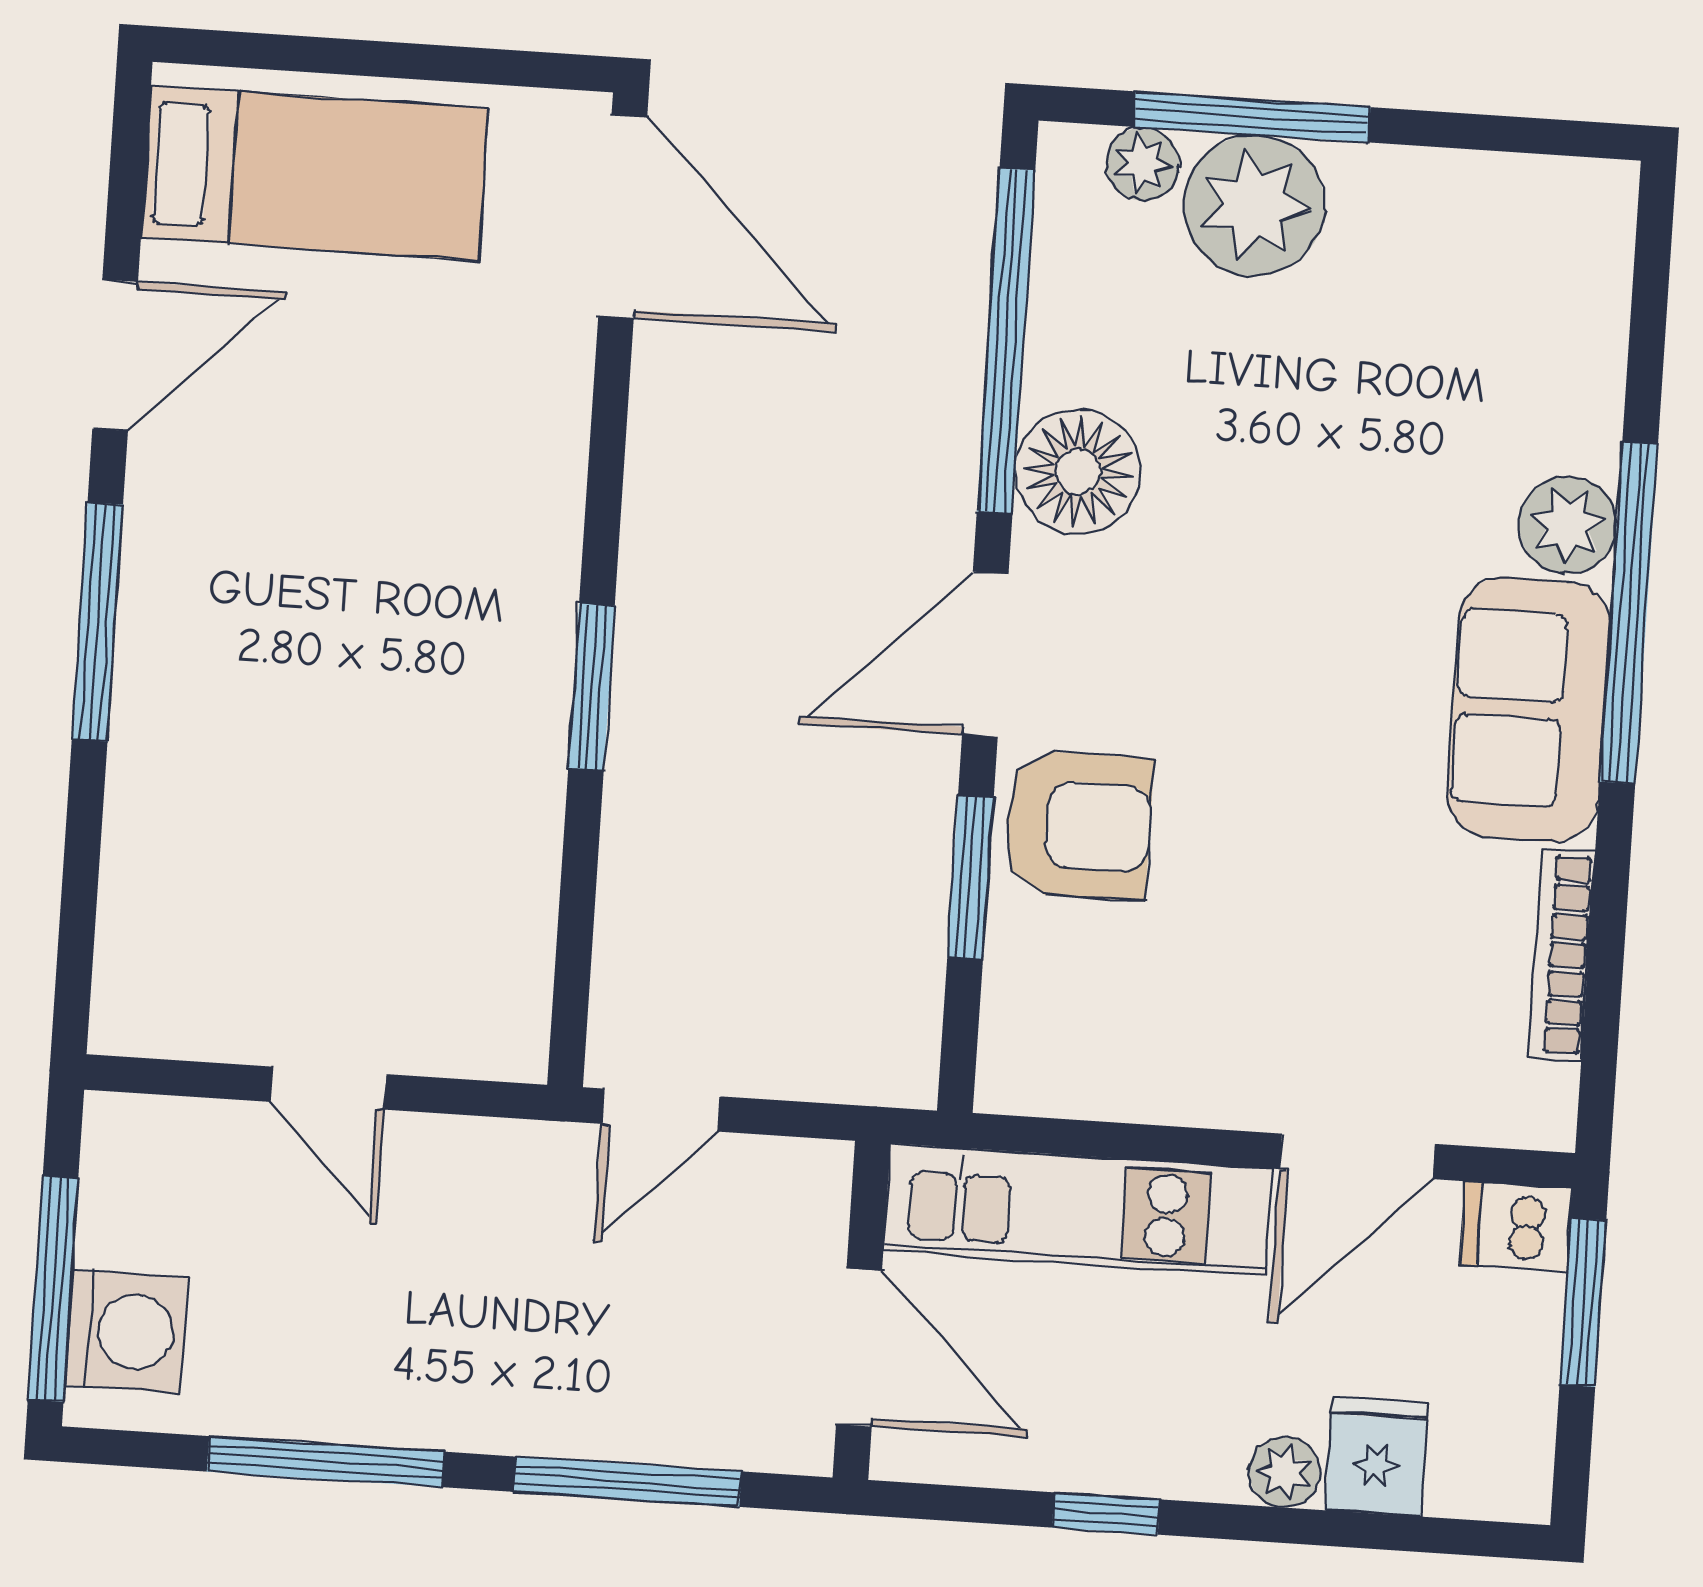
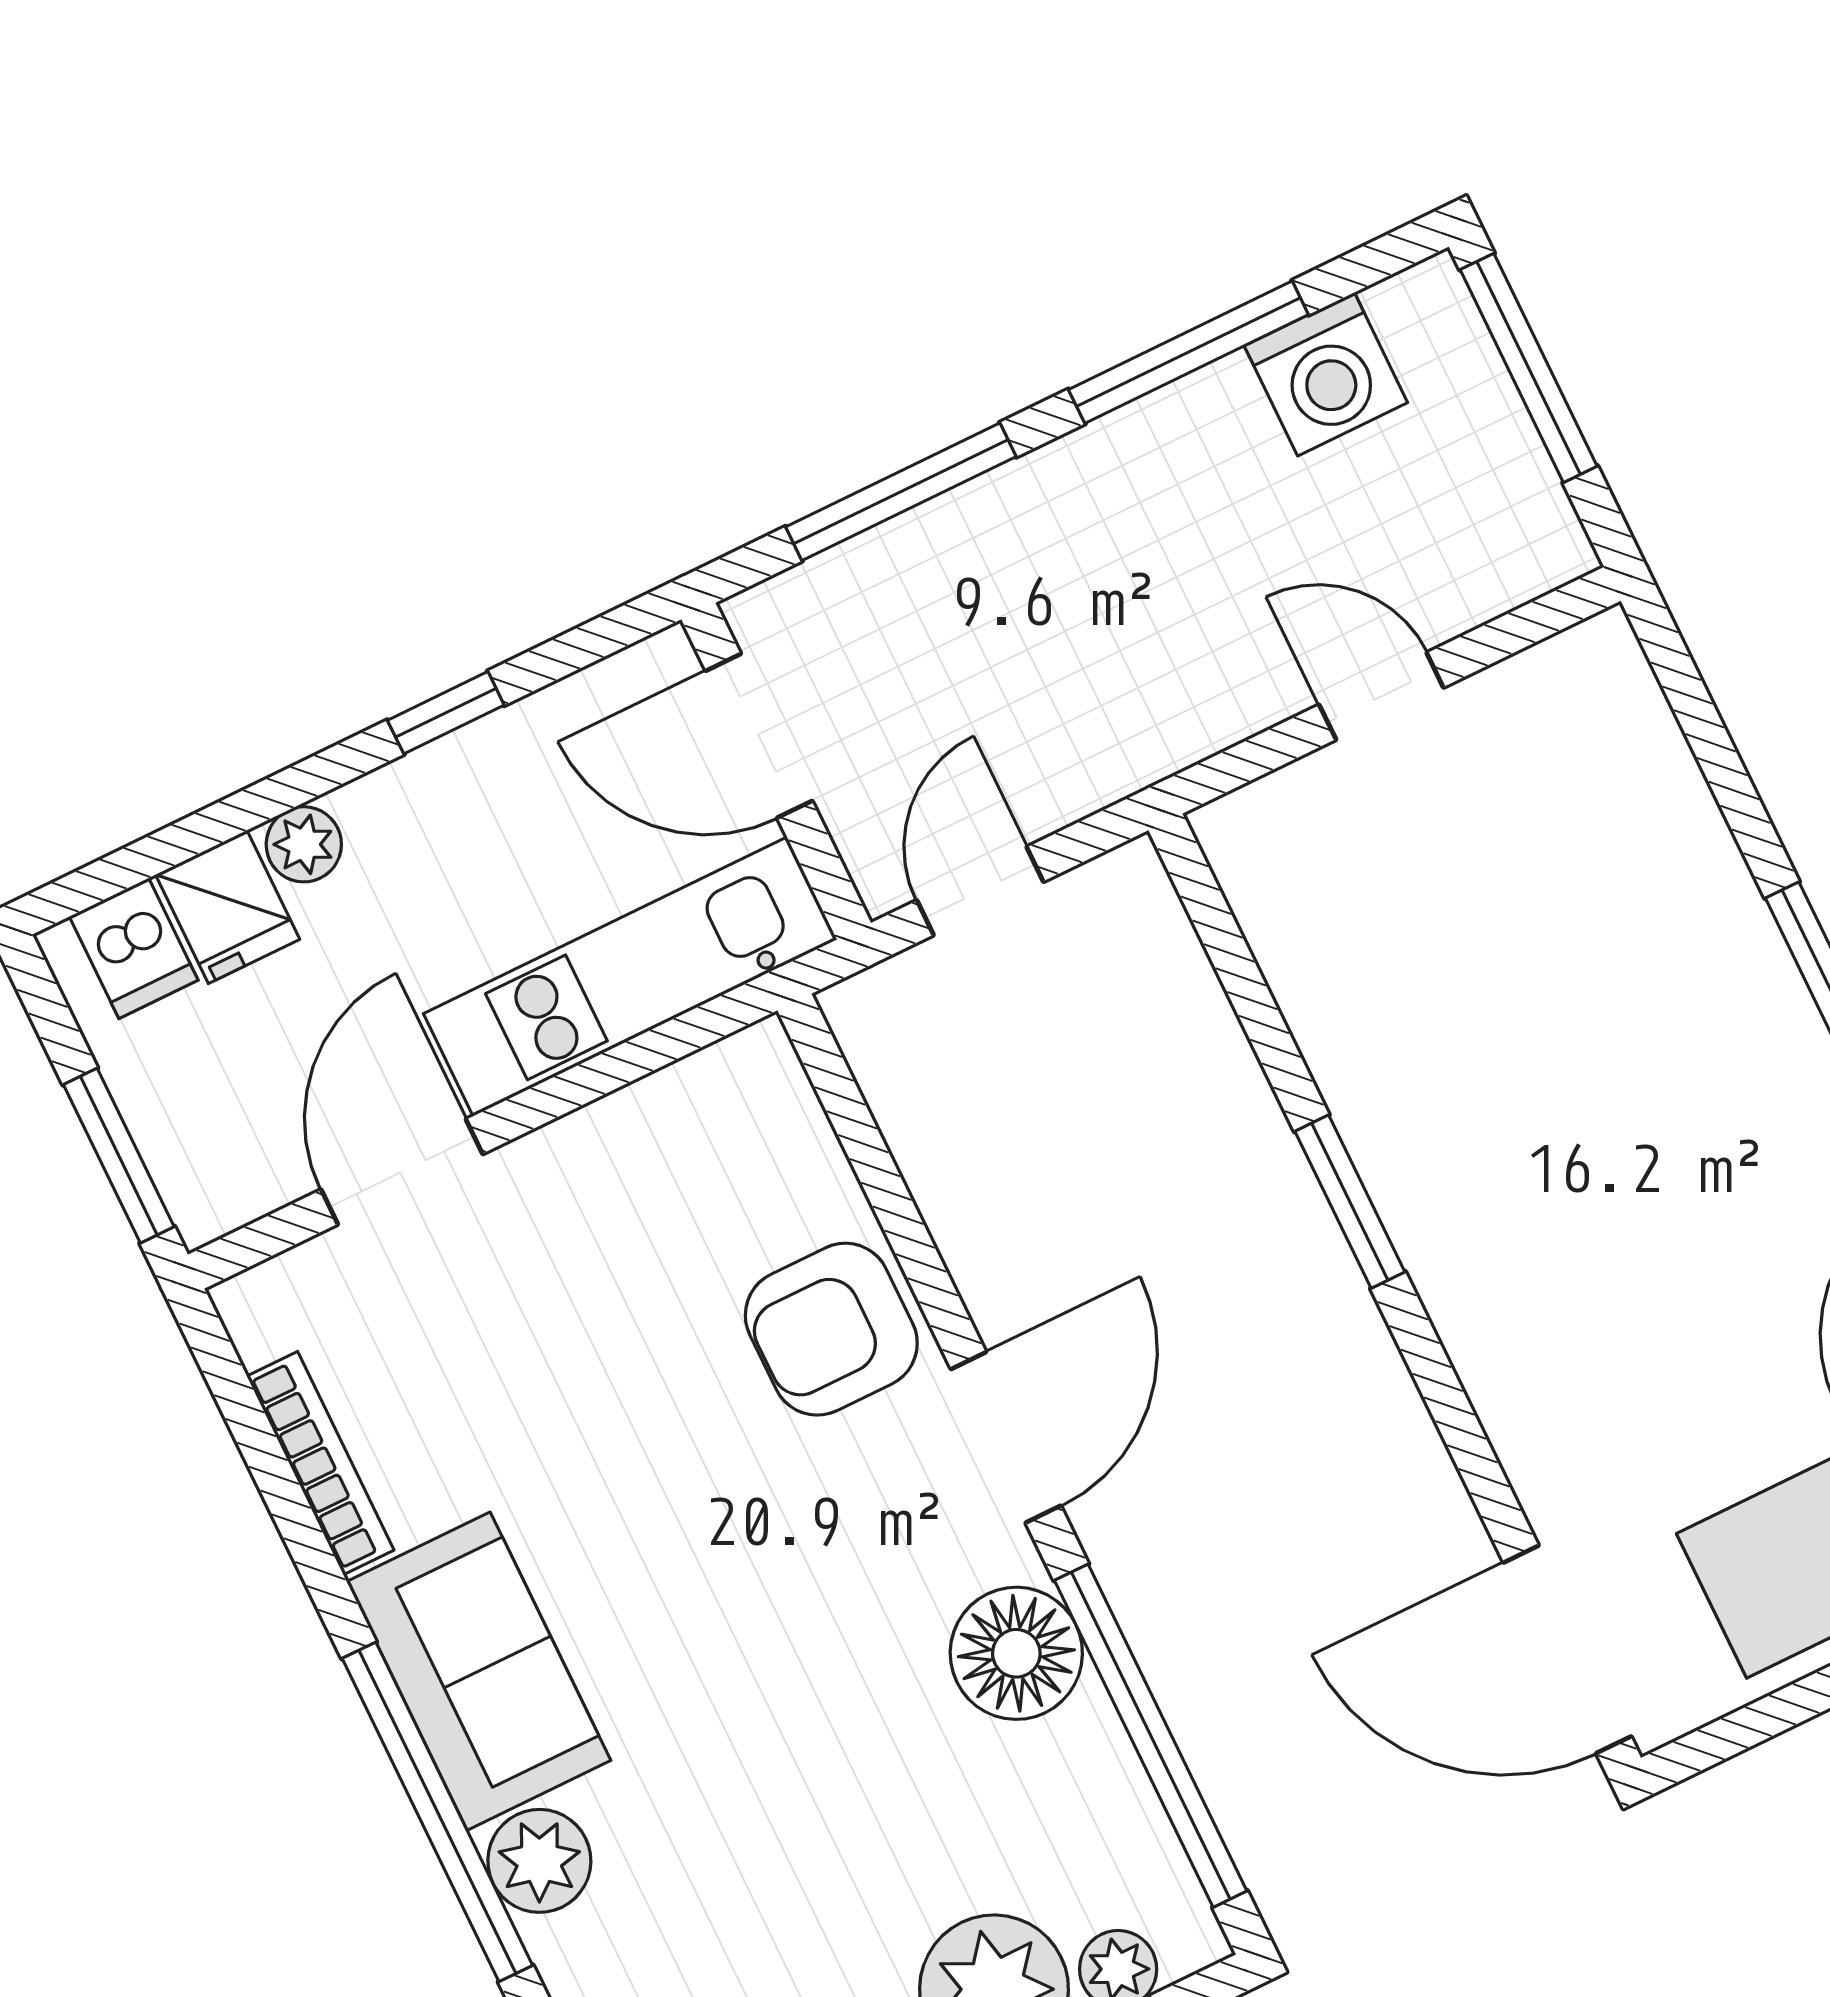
window: (970, 877) -> (903, 1225), removed
door: (661, 1110) -> (980, 891), moved
dishwasher: (1516, 1227) -> (134, 948), moved, turned 90
washing machine: (126, 1331) -> (1326, 374), moved, turned -90

